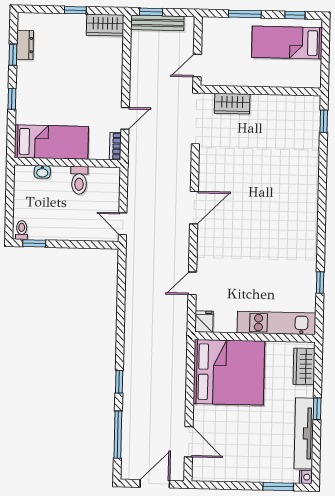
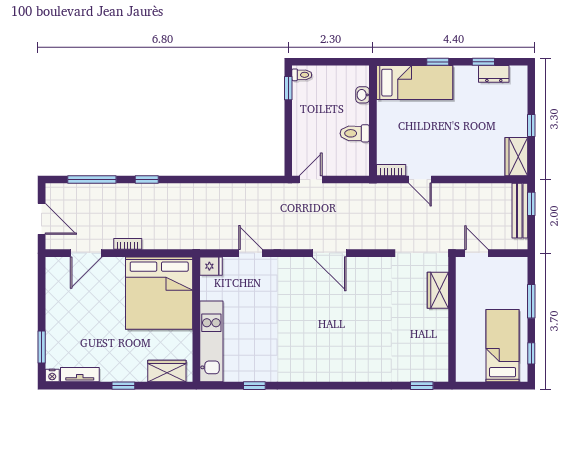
bed: (51, 142) -> (415, 83), moved, turned -90
bookcase: (181, 402) -> (128, 244), added
tv unit: (304, 433) -> (80, 375), width x0.52, depth x0.78

